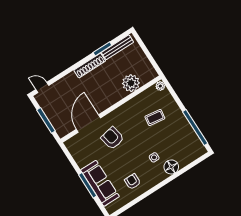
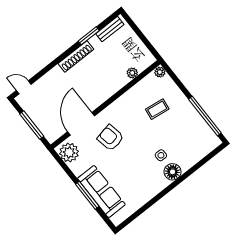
bench: (117, 47) -> (110, 29), width x0.73
plant: (131, 83) -> (132, 73), width x0.53, depth x0.53
plant: (76, 147) -> (69, 152), added
floor lamp: (171, 167) -> (173, 172), moved
armchair: (133, 182) -> (139, 186), removed

